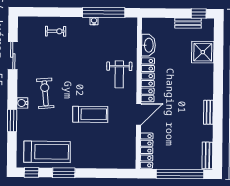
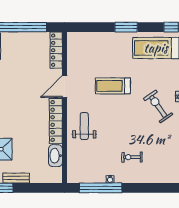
exercise bike: (56, 31) -> (132, 157), moved
exercise bike: (45, 93) -> (158, 106), turned 150
window: (64, 173) -> (126, 27), moved

